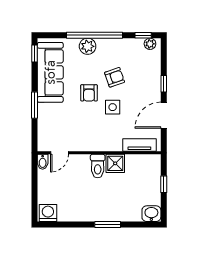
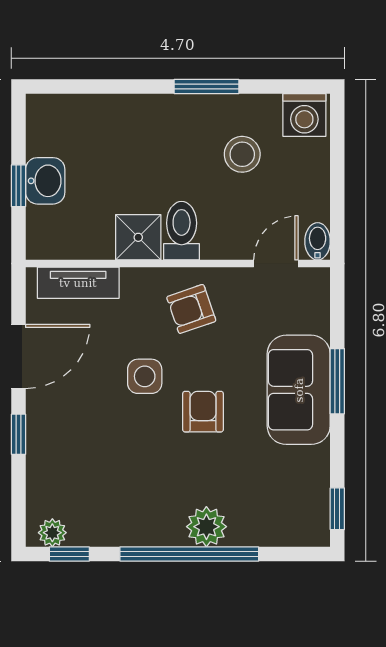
sofa: (50, 72) -> (299, 390), moved, width x0.73
armchair: (115, 77) -> (191, 309), moved
stool: (73, 197) -> (242, 154), added
washbasin: (151, 214) -> (45, 181), moved, turned -90
window: (108, 224) -> (206, 86), moved

